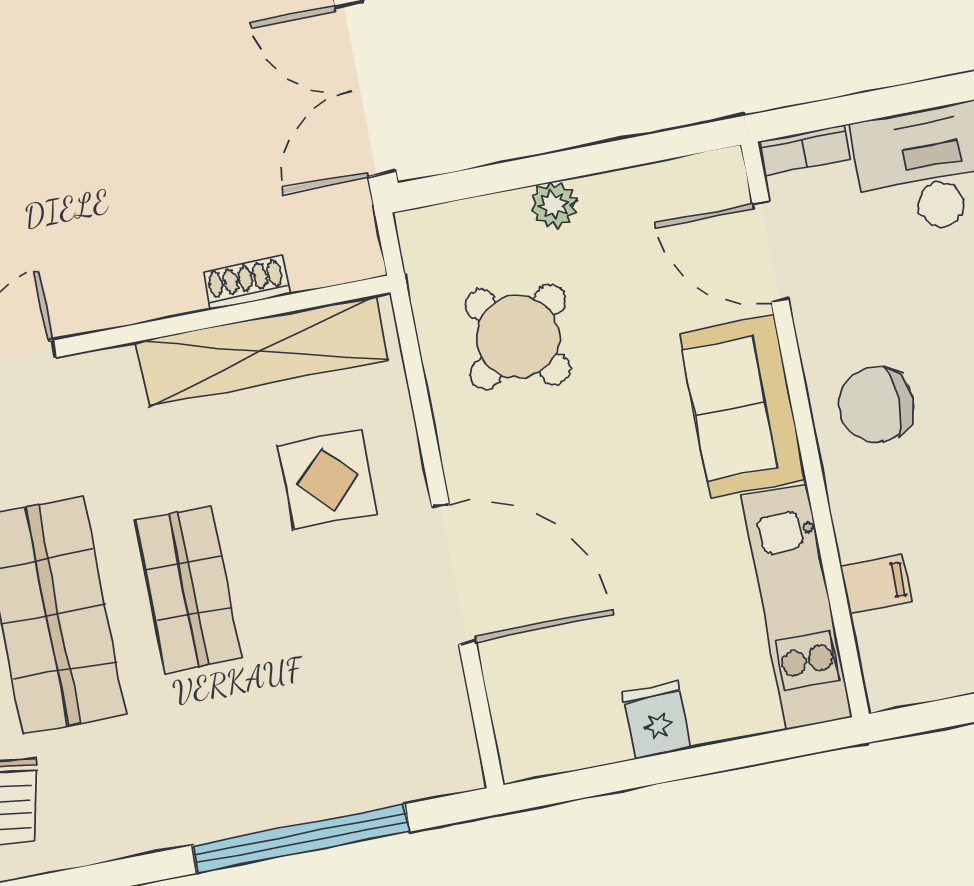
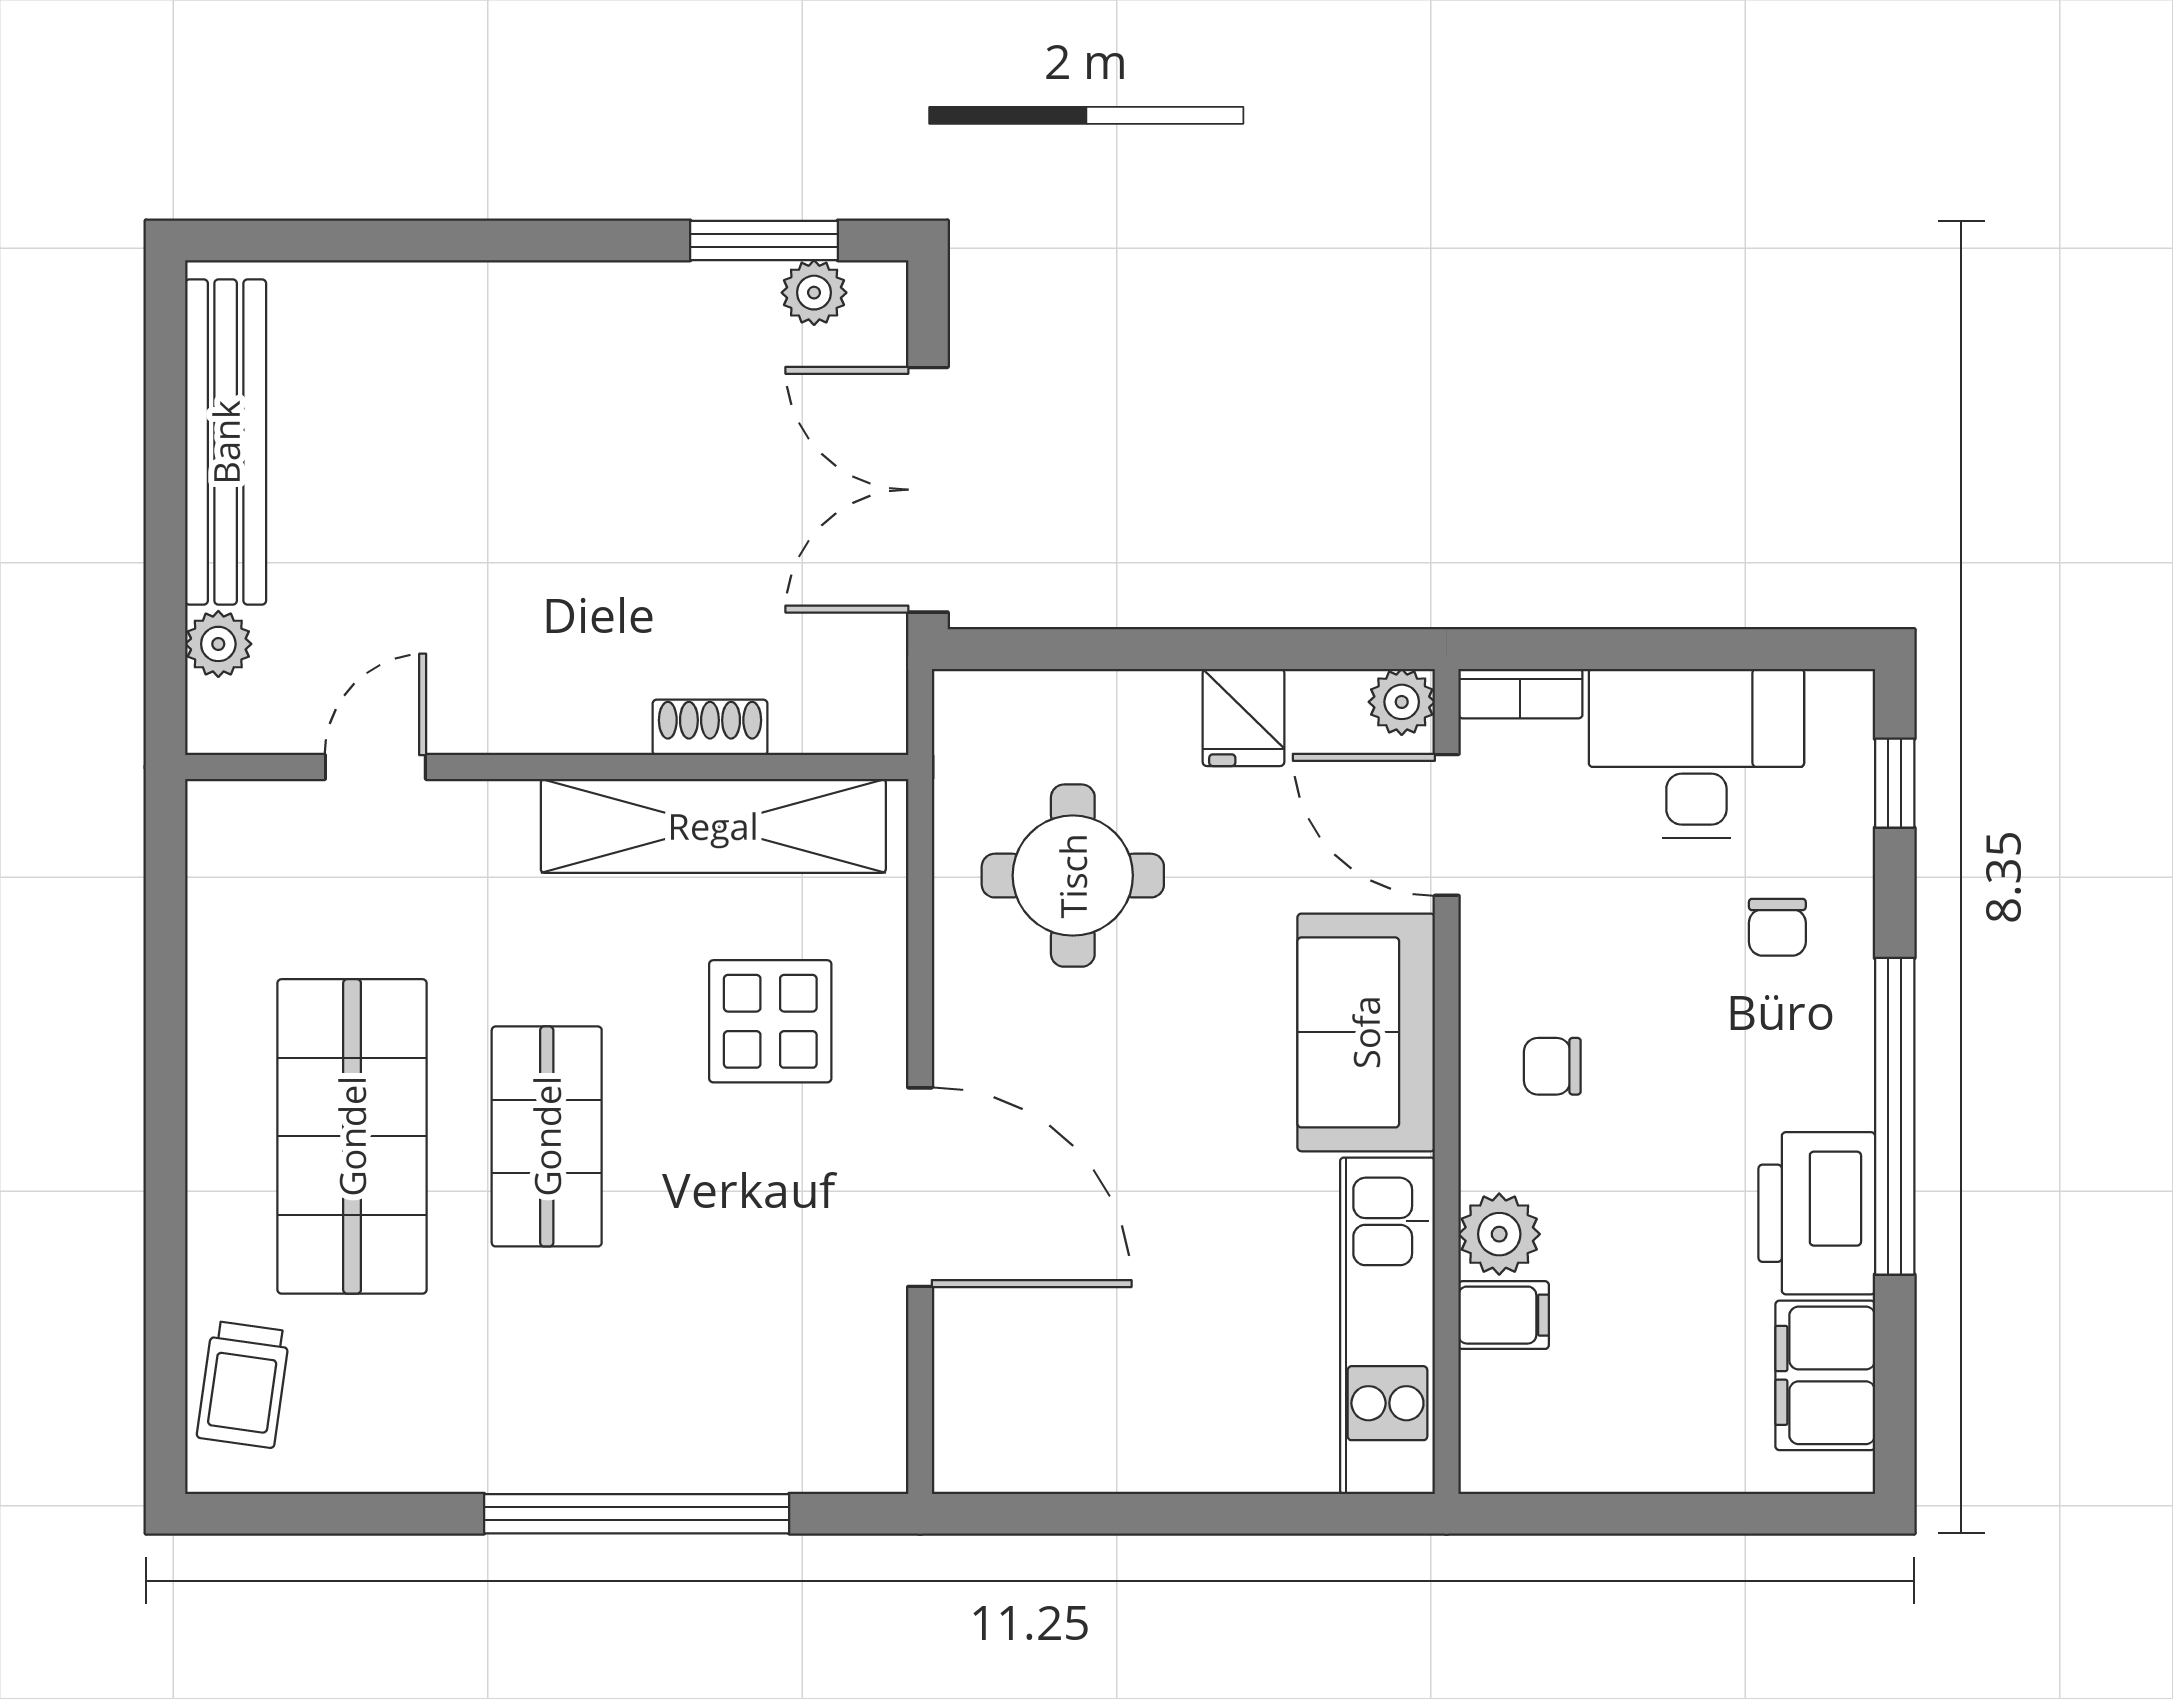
plant: (554, 205) -> (1402, 702), moved
round table: (518, 337) -> (1073, 876), turned 38
chair: (876, 405) -> (1552, 1066), width x0.54, depth x0.54
plant: (862, 528) -> (1499, 1234), added
fridge: (657, 720) -> (1243, 717), moved, turned 180

